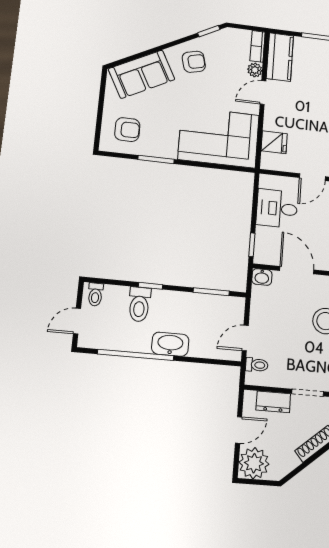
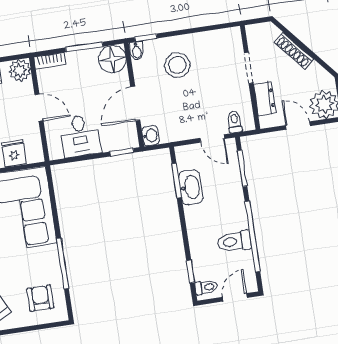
window: (156, 159) -> (63, 264), width x1.44
window: (151, 286) -> (190, 271), moved
toilet: (139, 304) -> (234, 241), moved, turned 180
door: (77, 321) -> (235, 297), swing flipped
washbasin: (170, 344) -> (191, 187), moved, turned 180
window: (208, 361) -> (242, 168), added

